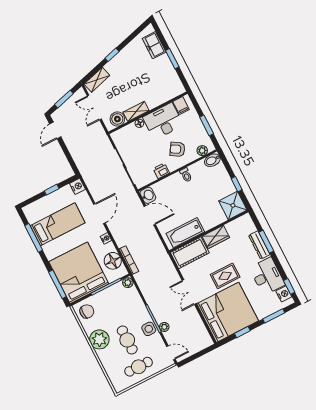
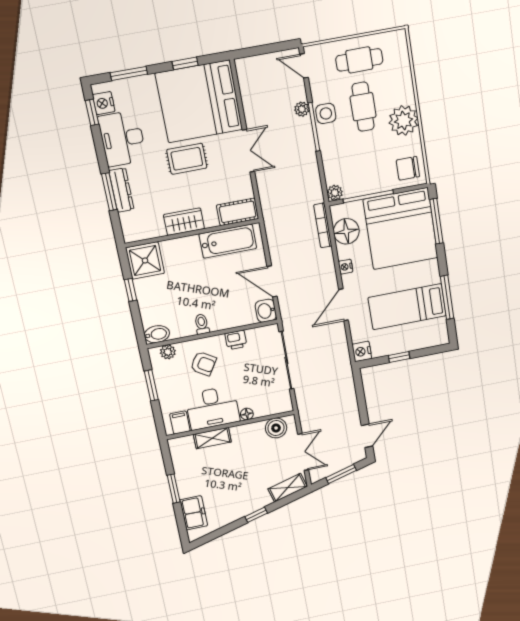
shelving: (136, 111) -> (212, 438), moved
cot: (190, 253) -> (238, 212), width x0.73, depth x0.75

